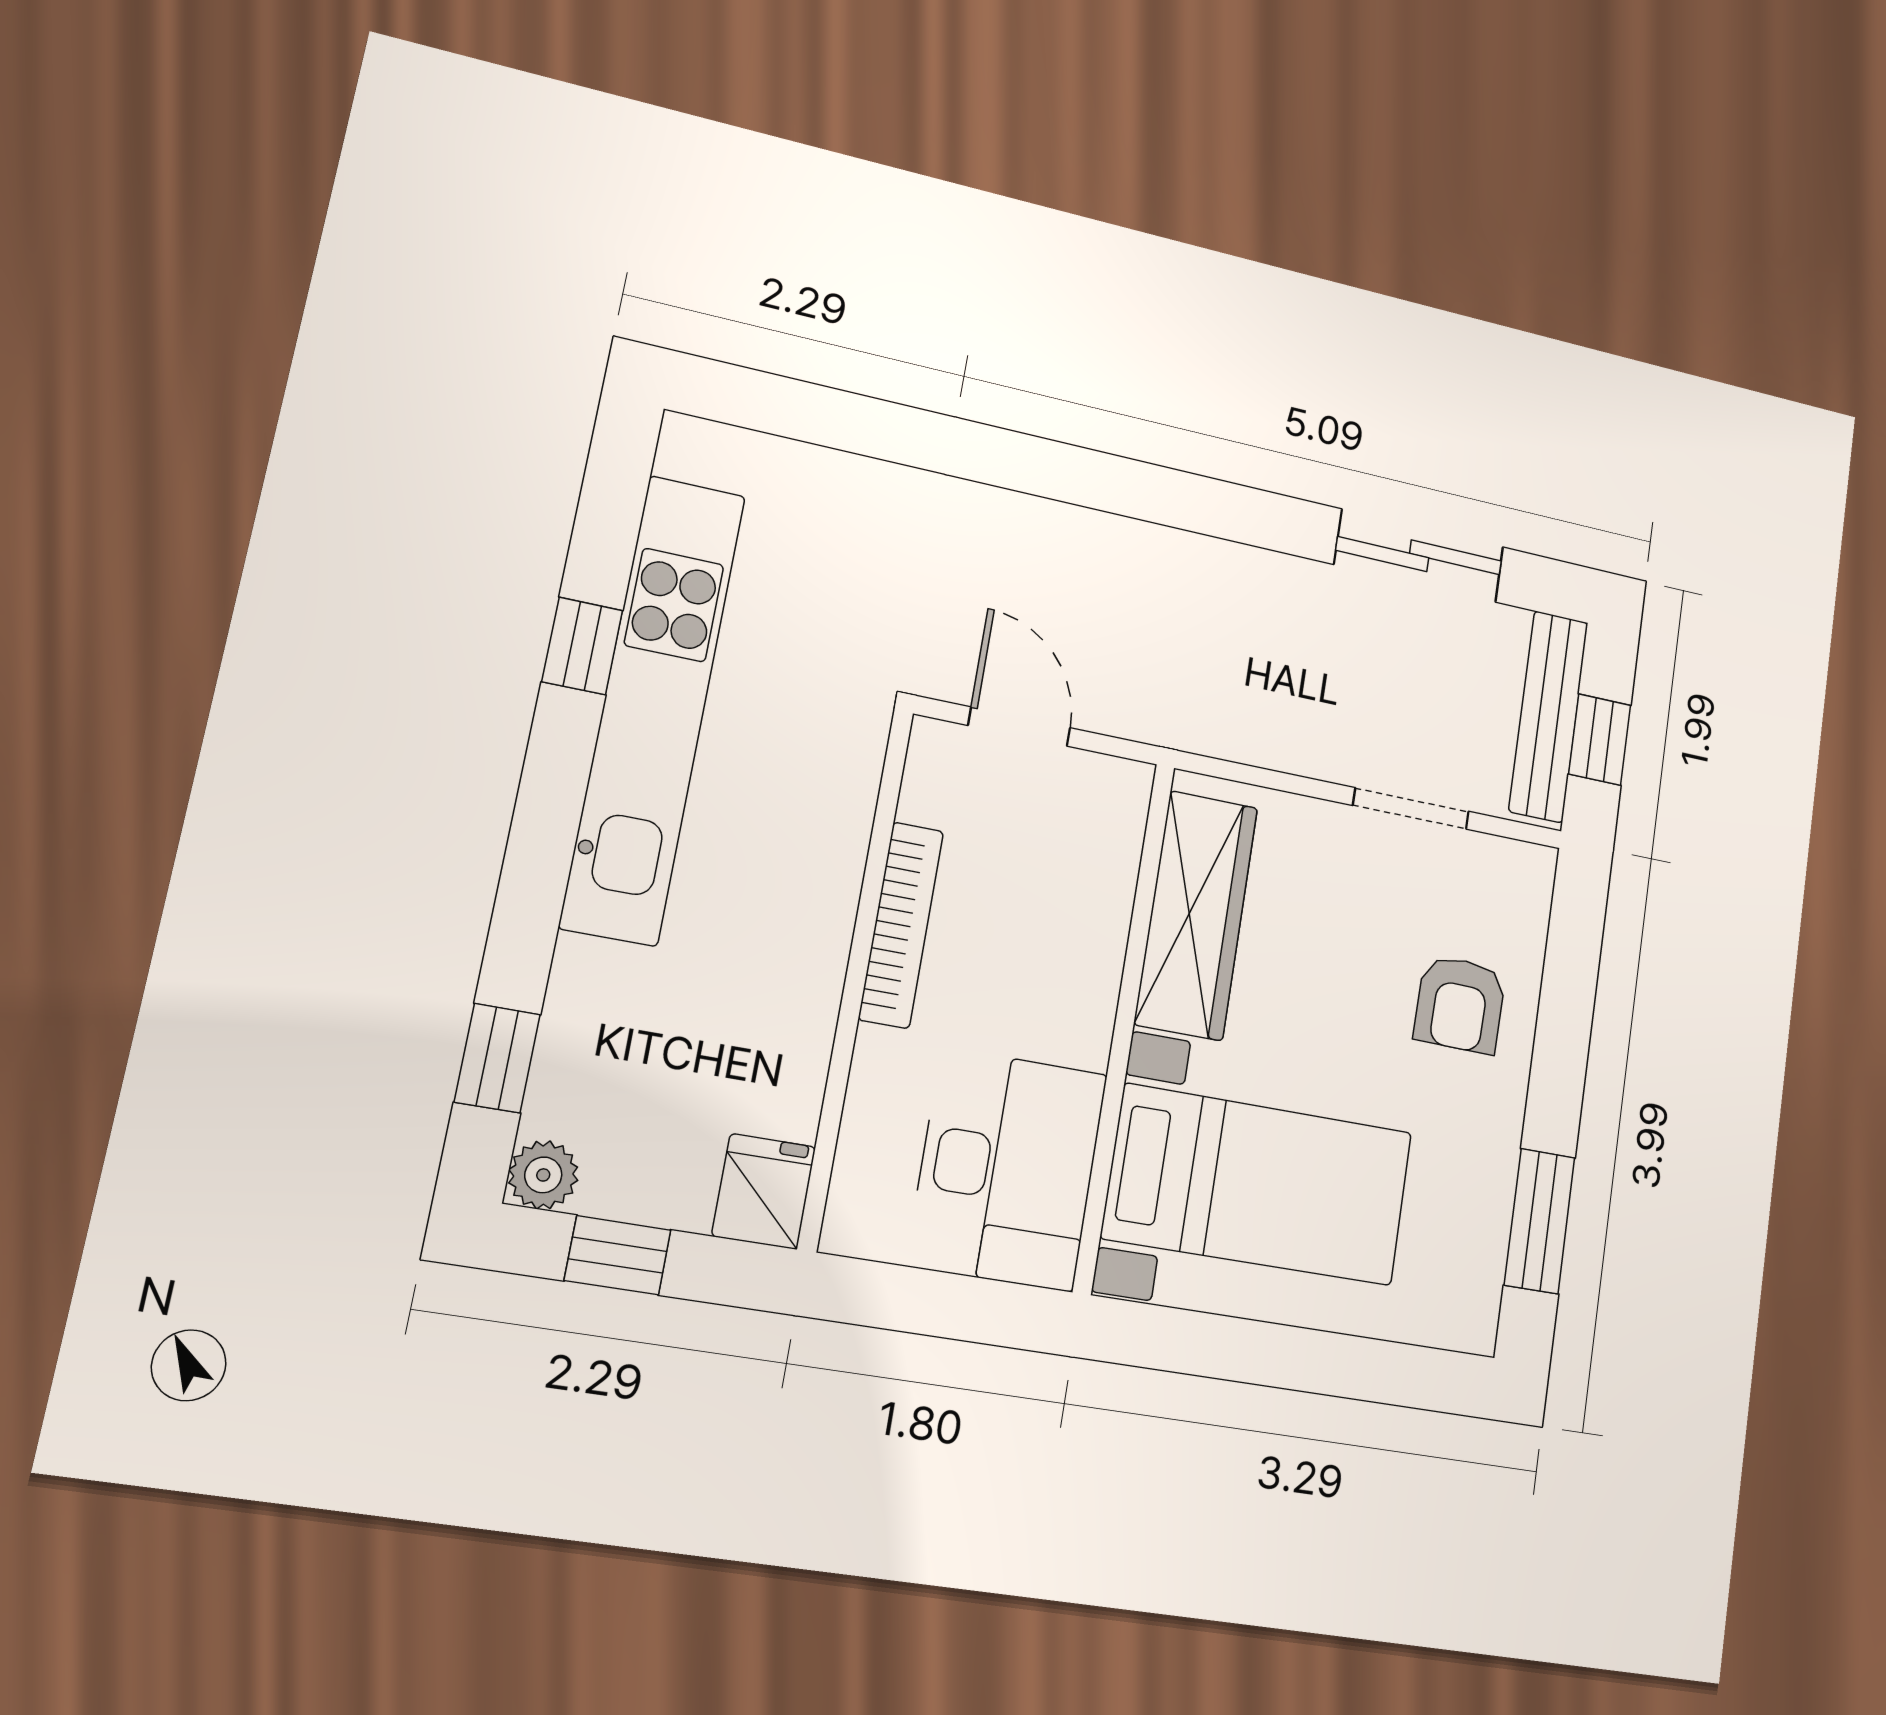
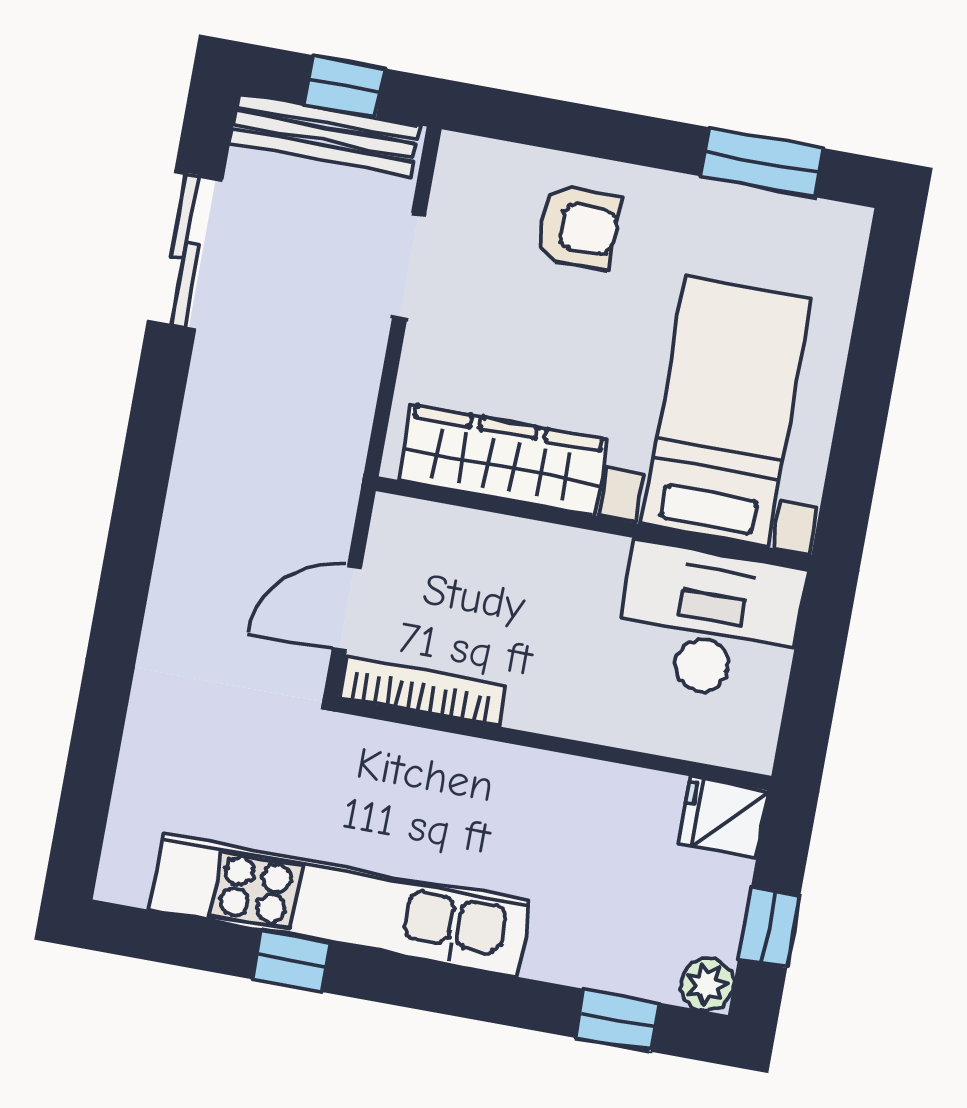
bookcase: (901, 925) -> (422, 691), moved

